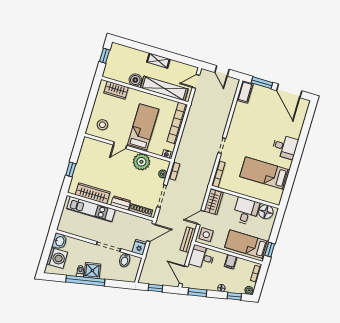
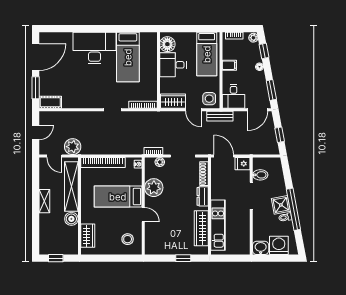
plant: (199, 100) -> (73, 147), added
desk: (285, 147) -> (94, 48), width x1.87, depth x1.30
window: (270, 250) -> (205, 29), removed

